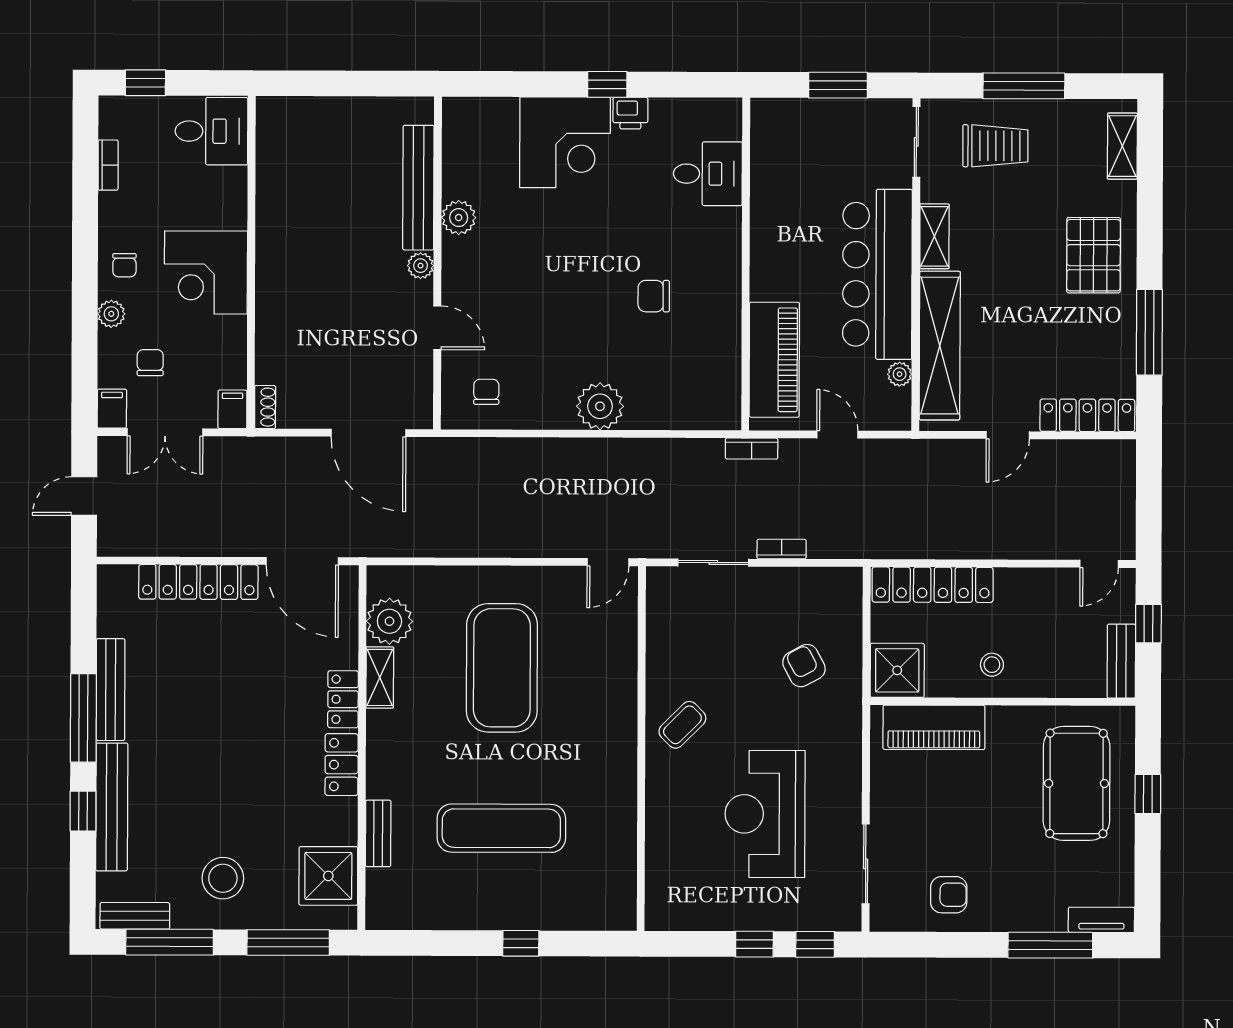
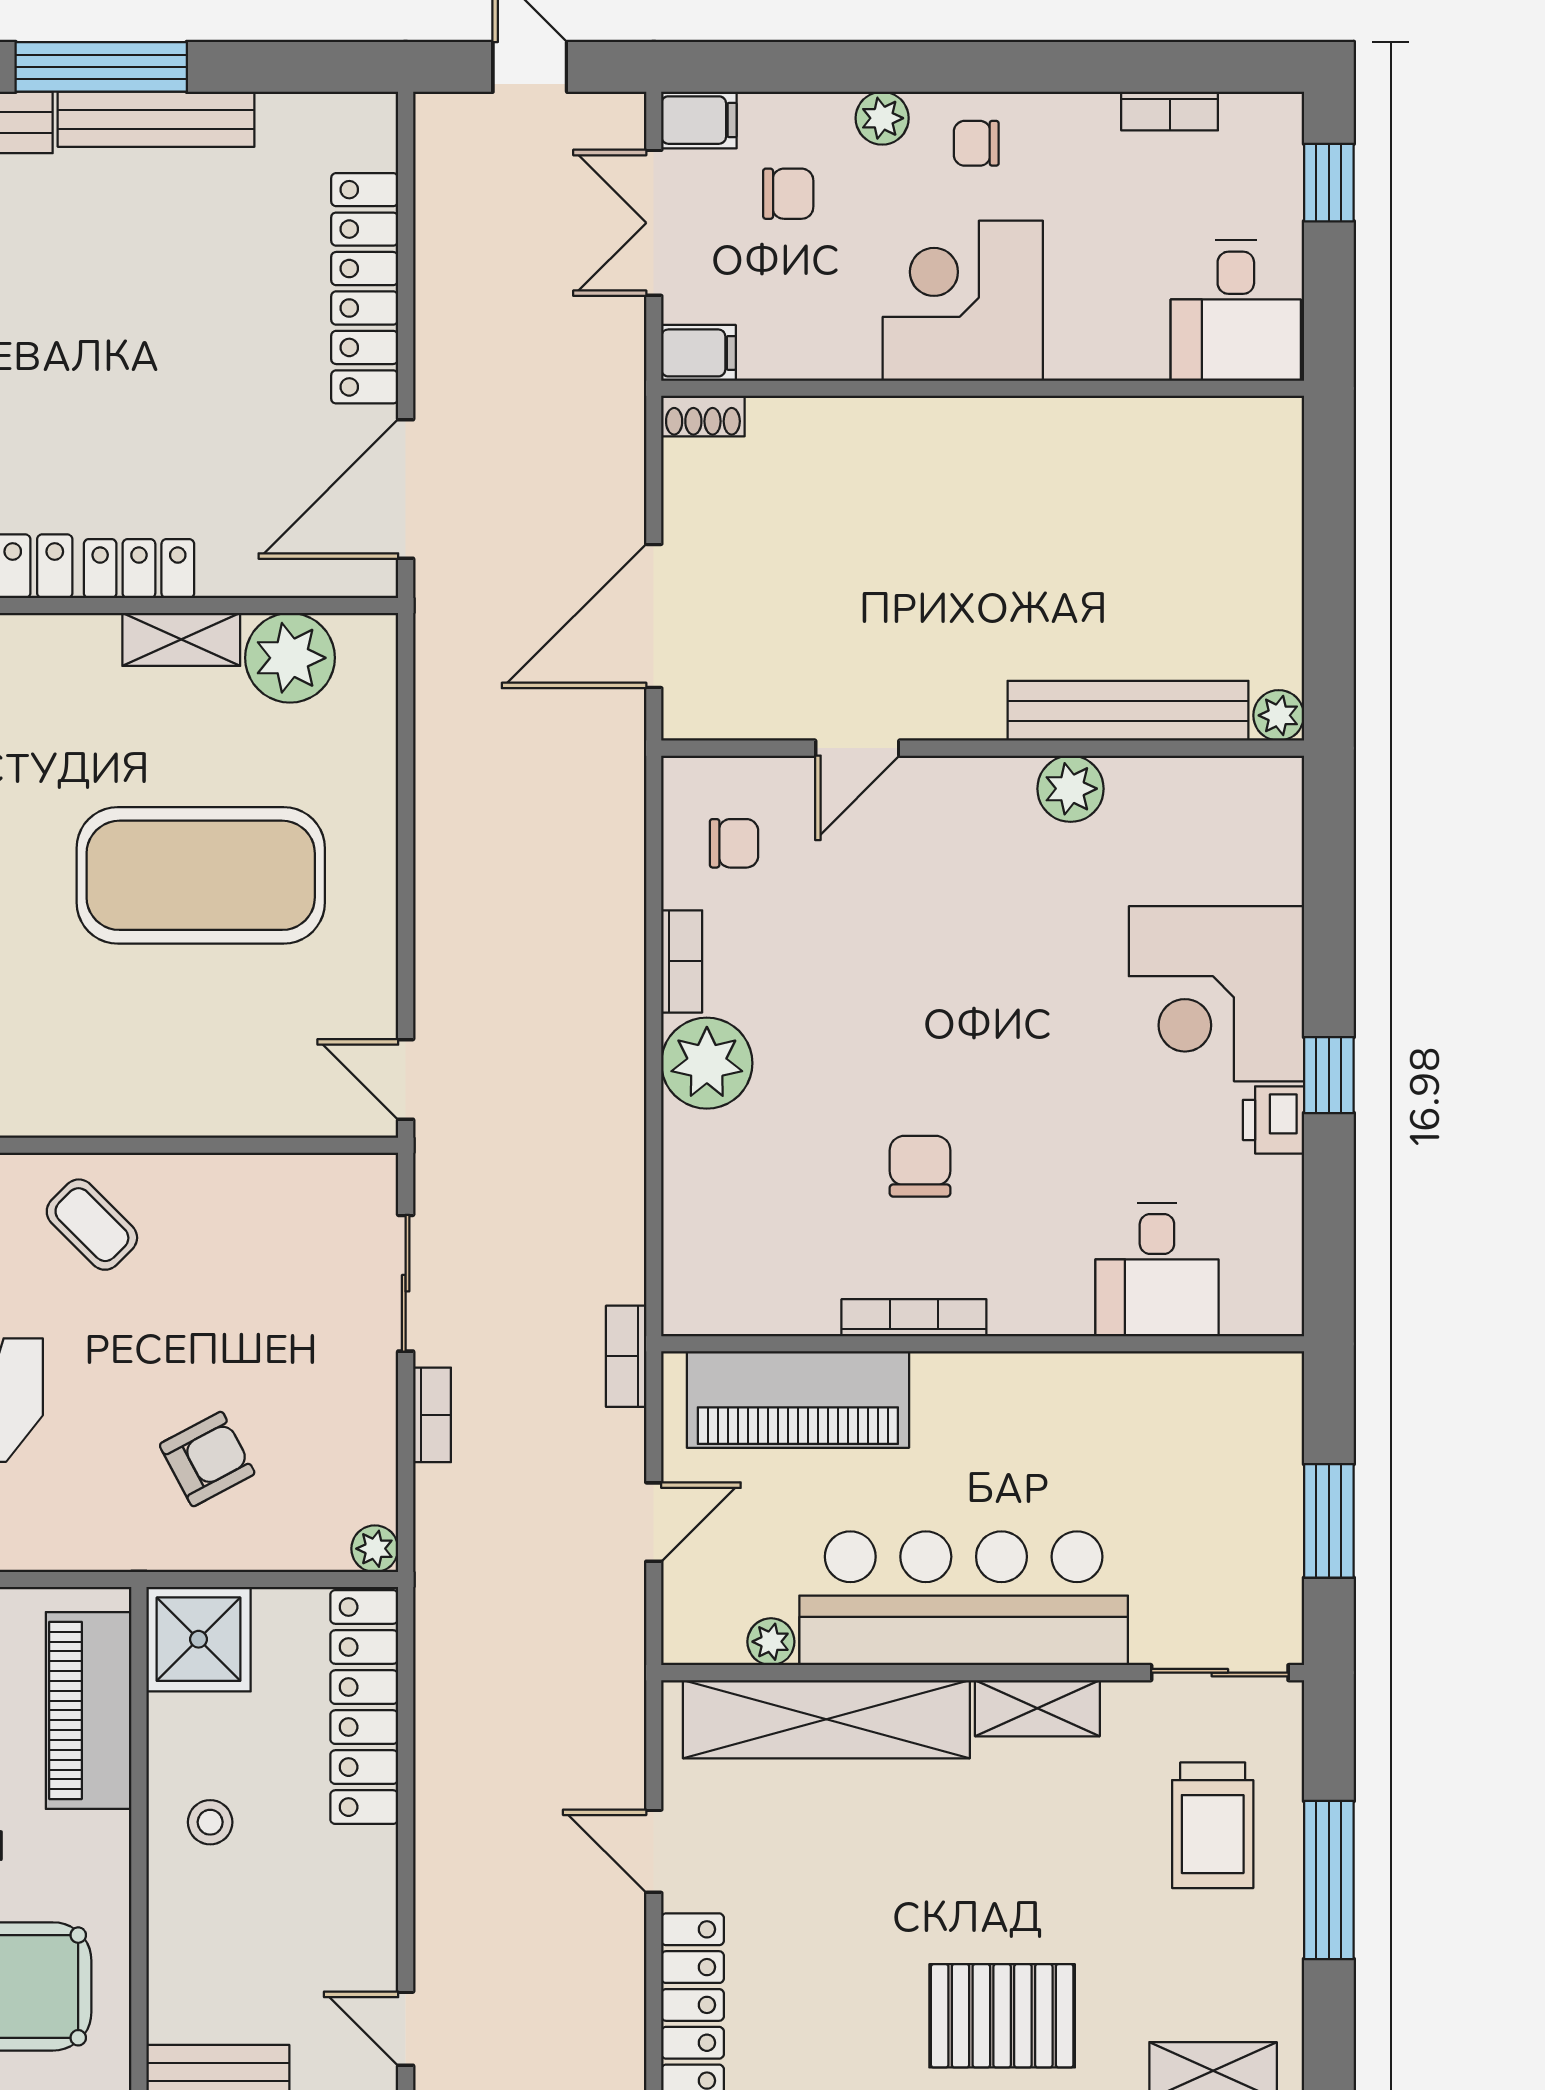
plant: (421, 266) -> (1279, 715), moved
bookcase: (732, 300) -> (914, 1318), added
bookcase: (547, 419) -> (682, 961), added
plant: (851, 579) -> (375, 1549), added

